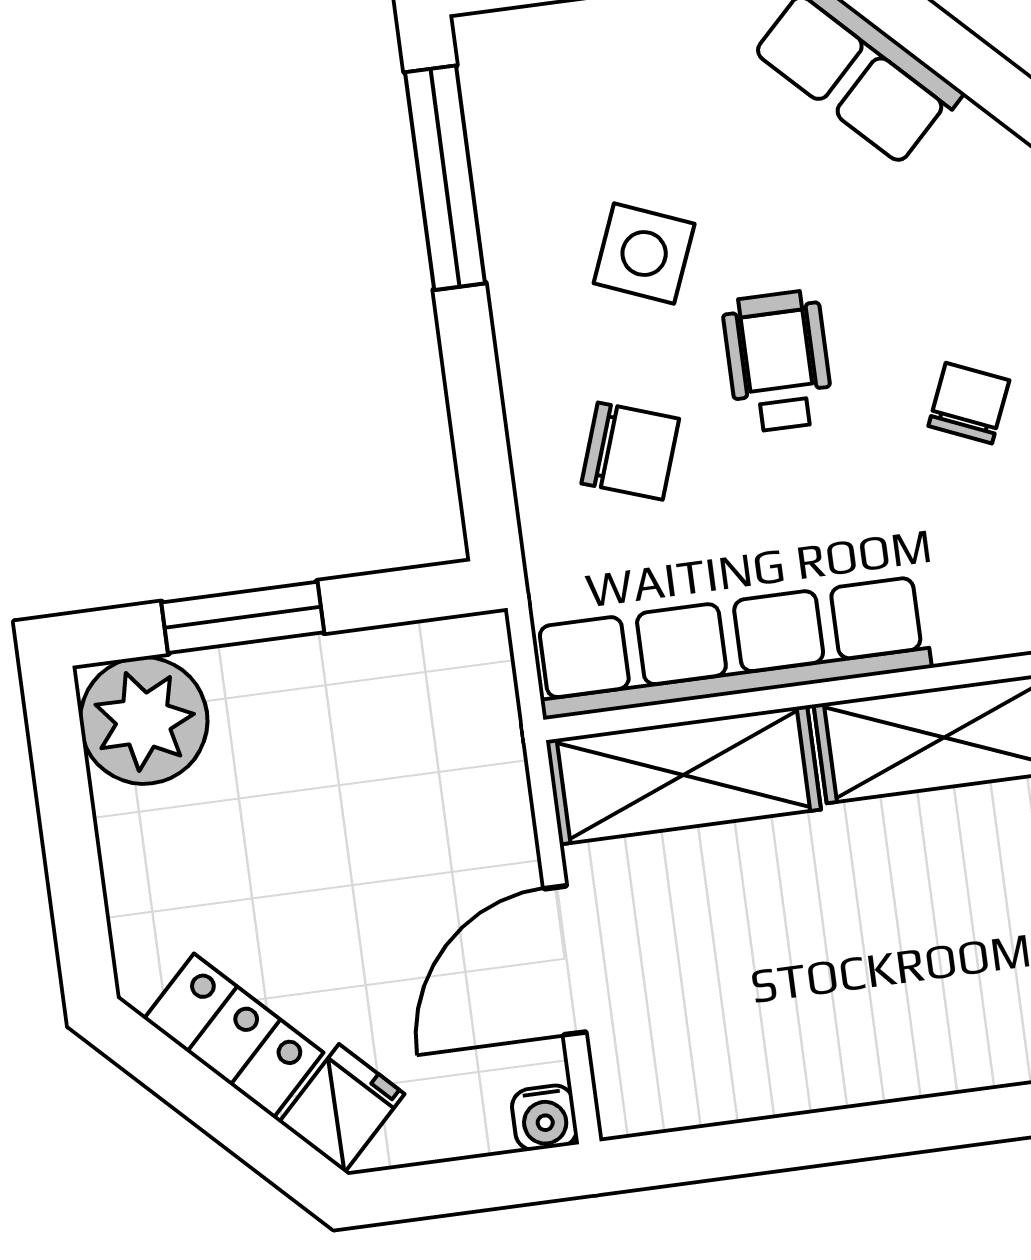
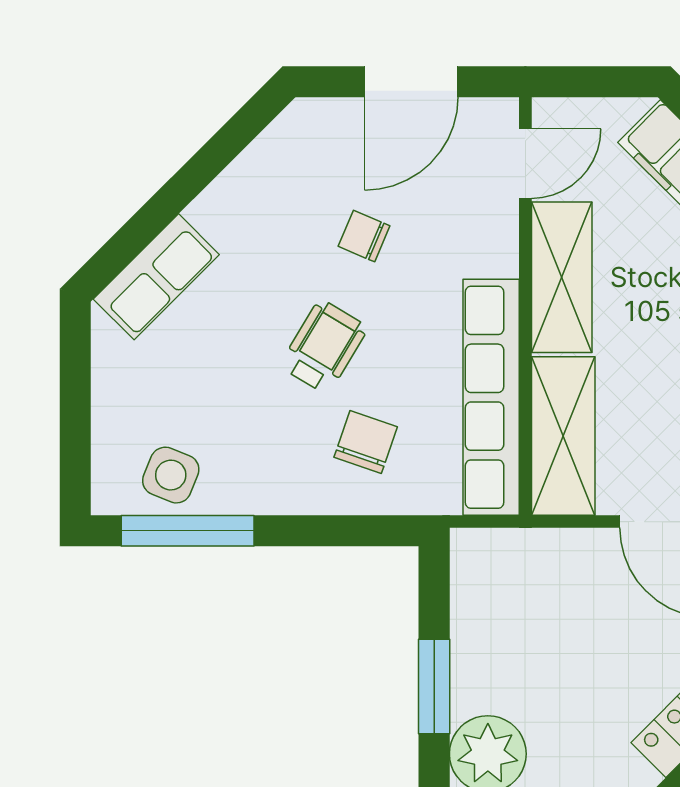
side table: (644, 253) -> (171, 475), moved
wheelchair: (778, 361) -> (324, 347), turned 121

